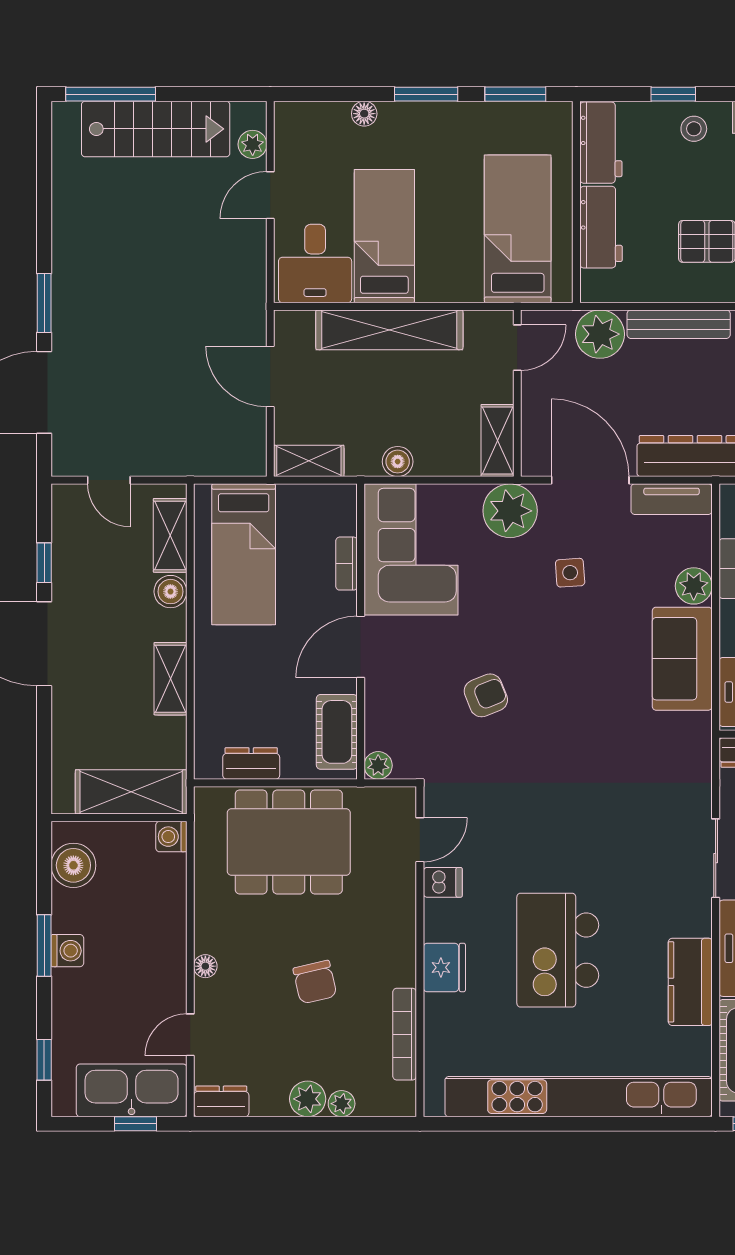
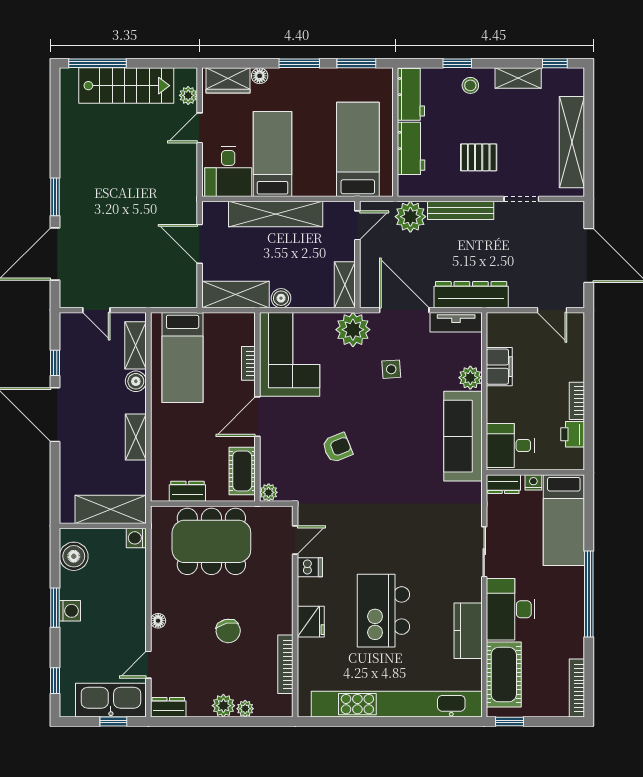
wardrobe: (315, 121) -> (228, 80), added
shelving: (309, 461) -> (235, 294), width x1.50, depth x1.33
sofa: (682, 659) -> (463, 436), width x1.36

